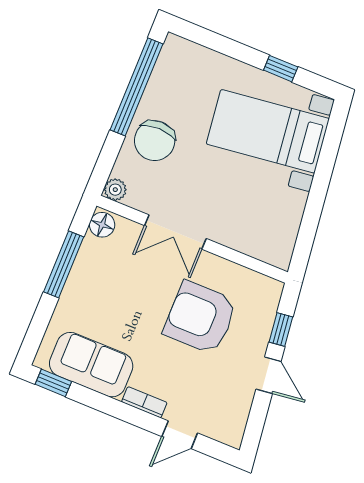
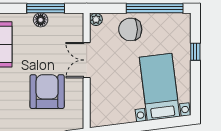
window: (281, 69) -> (195, 52), moved
floor lamp: (102, 225) -> (41, 20), moved

